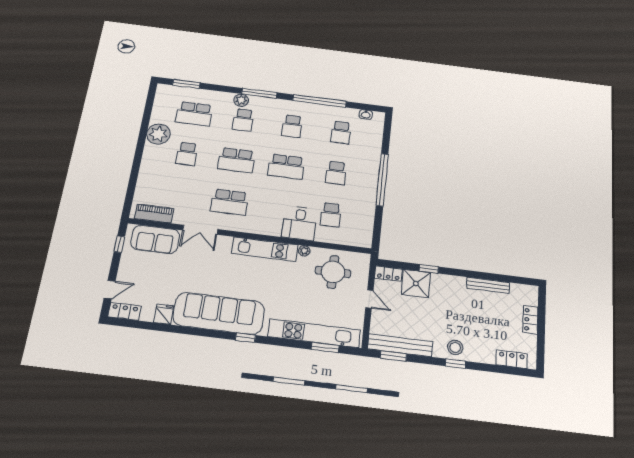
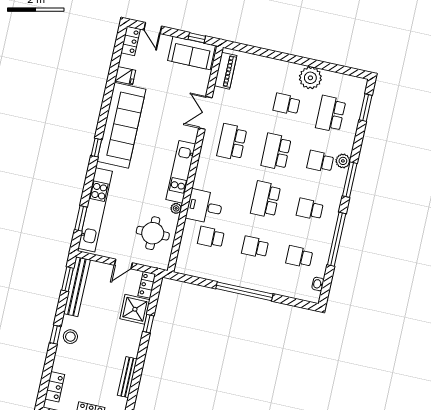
sofa: (155, 239) -> (192, 53), moved, turned -90

